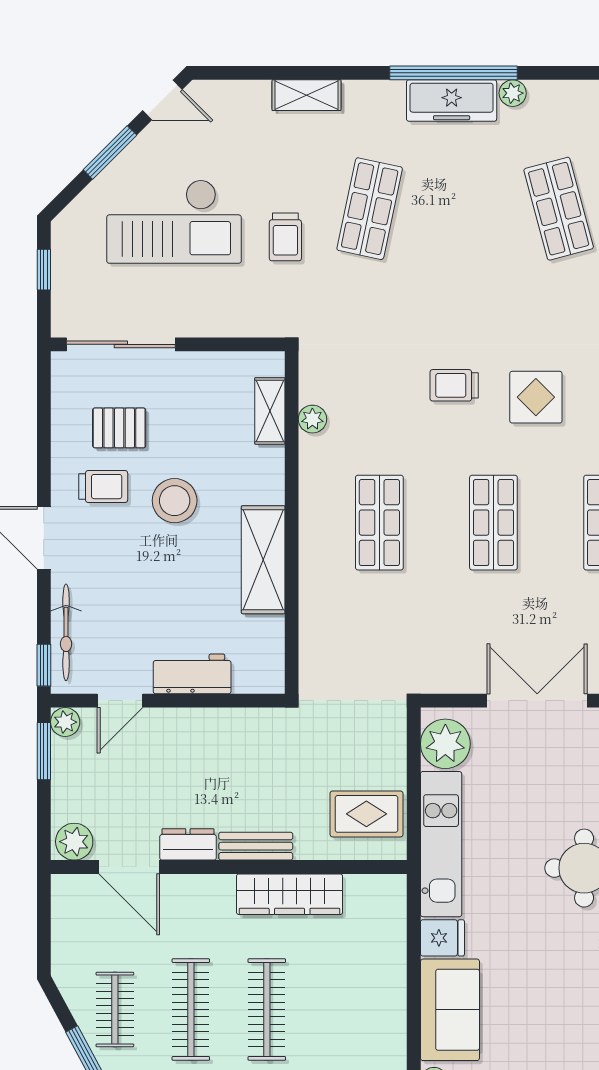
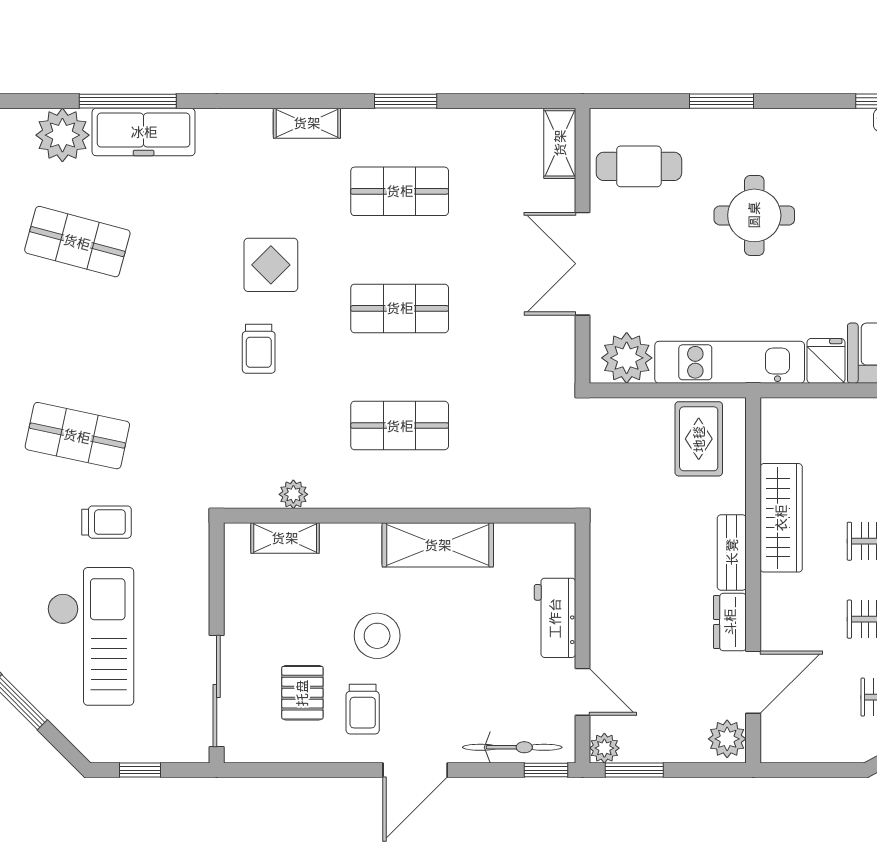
shop shelf: (559, 209) -> (77, 242), turned 30
trolley: (103, 487) -> (363, 709), turned 180

